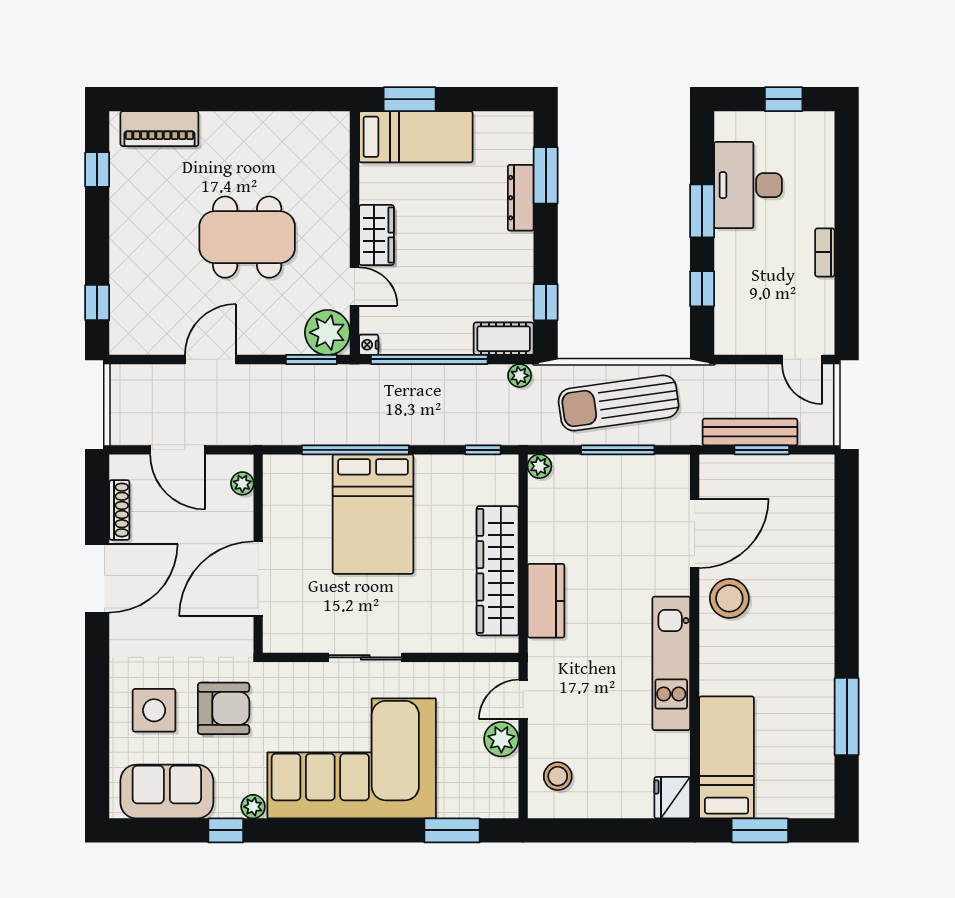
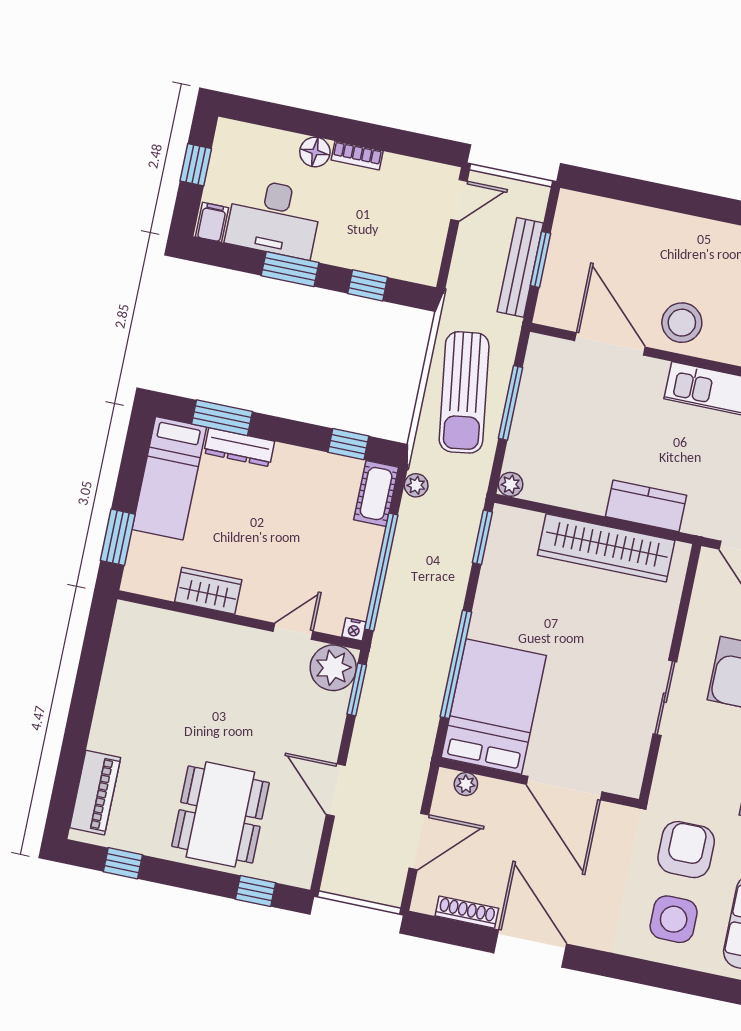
filing cabinet: (732, 126) -> (212, 222), added
bed: (416, 137) -> (169, 478), moved, turned 180
floor lamp: (820, 211) -> (315, 152), added
wardrobe: (376, 235) -> (208, 591), moved
dining table: (247, 237) -> (220, 814), moved
window: (483, 450) -> (482, 537), width x1.50
bed: (373, 514) -> (494, 706), moved, turned -90

